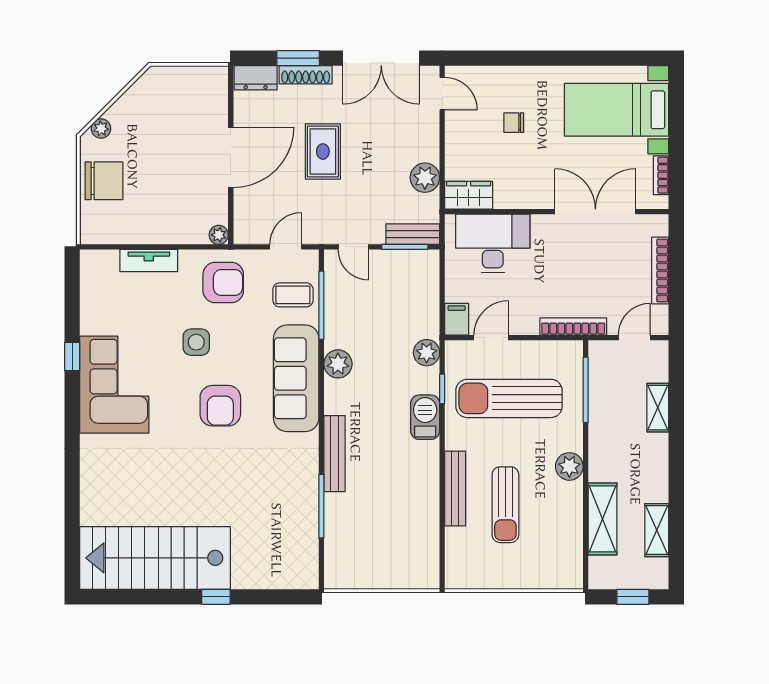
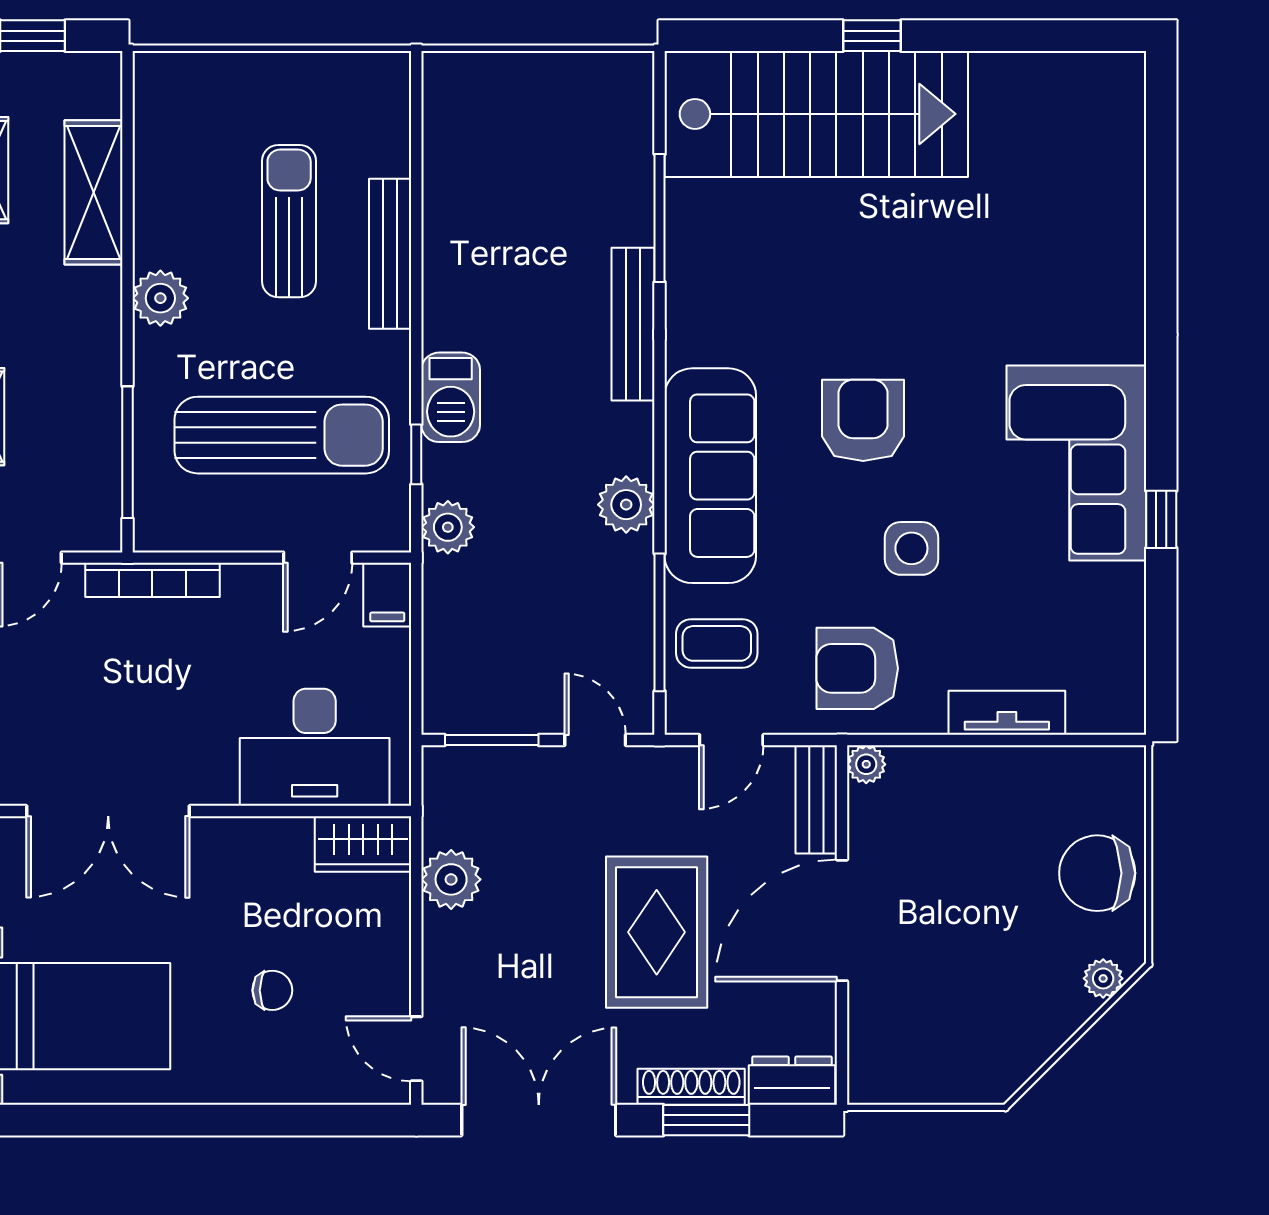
rug: (323, 151) -> (657, 932), width x1.36, depth x1.43
bench: (413, 234) -> (816, 799), moved, turned 90
stairs: (155, 558) -> (816, 114), moved

